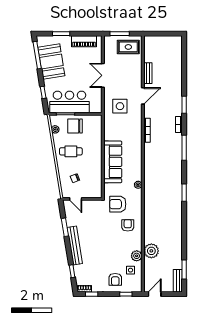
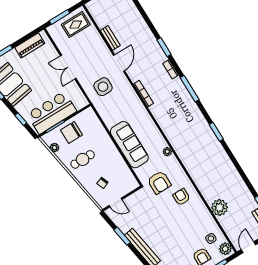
armchair: (118, 204) -> (159, 182), turned -90
plant: (137, 256) -> (225, 249), moved

